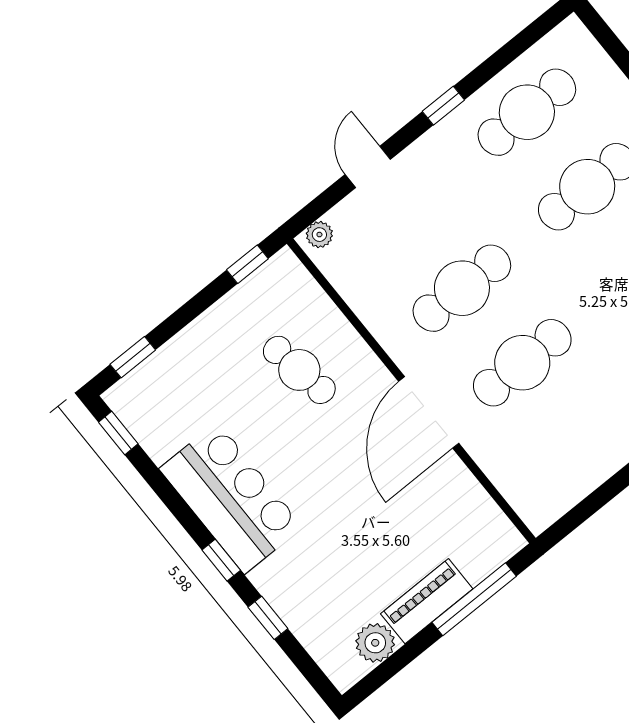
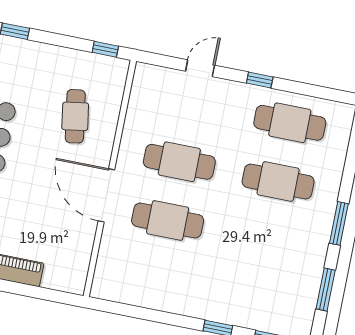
plant: (319, 235) -> (148, 72), removed
door: (429, 412) -> (106, 195), hinge flipped
window: (474, 599) -> (35, 292), removed

